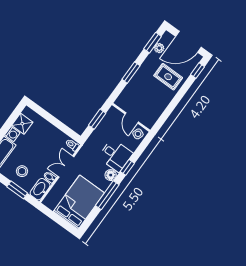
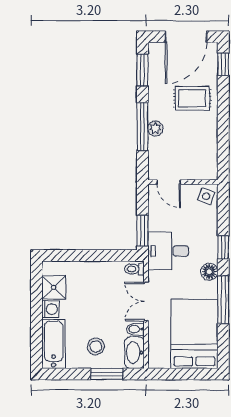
plant: (159, 48) -> (155, 128), moved
window: (131, 73) -> (142, 126), width x1.44
door: (132, 118) -> (169, 182), moved
window: (97, 119) -> (142, 231), moved
desk: (115, 155) -> (168, 251), moved, turned 180

